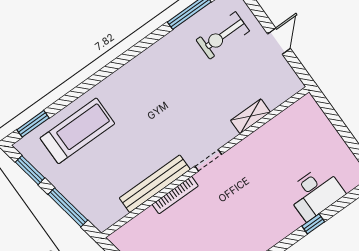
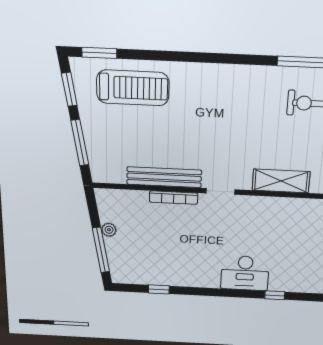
shelving: (250, 116) -> (281, 181), width x1.50, depth x1.33
desk: (315, 193) -> (245, 273), moved
window: (313, 224) -> (275, 295), moved

